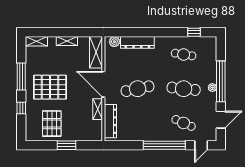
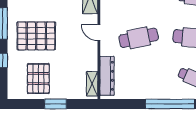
door: (103, 84) -> (99, 33), width x0.53
shelving: (98, 109) -> (92, 84), moved

